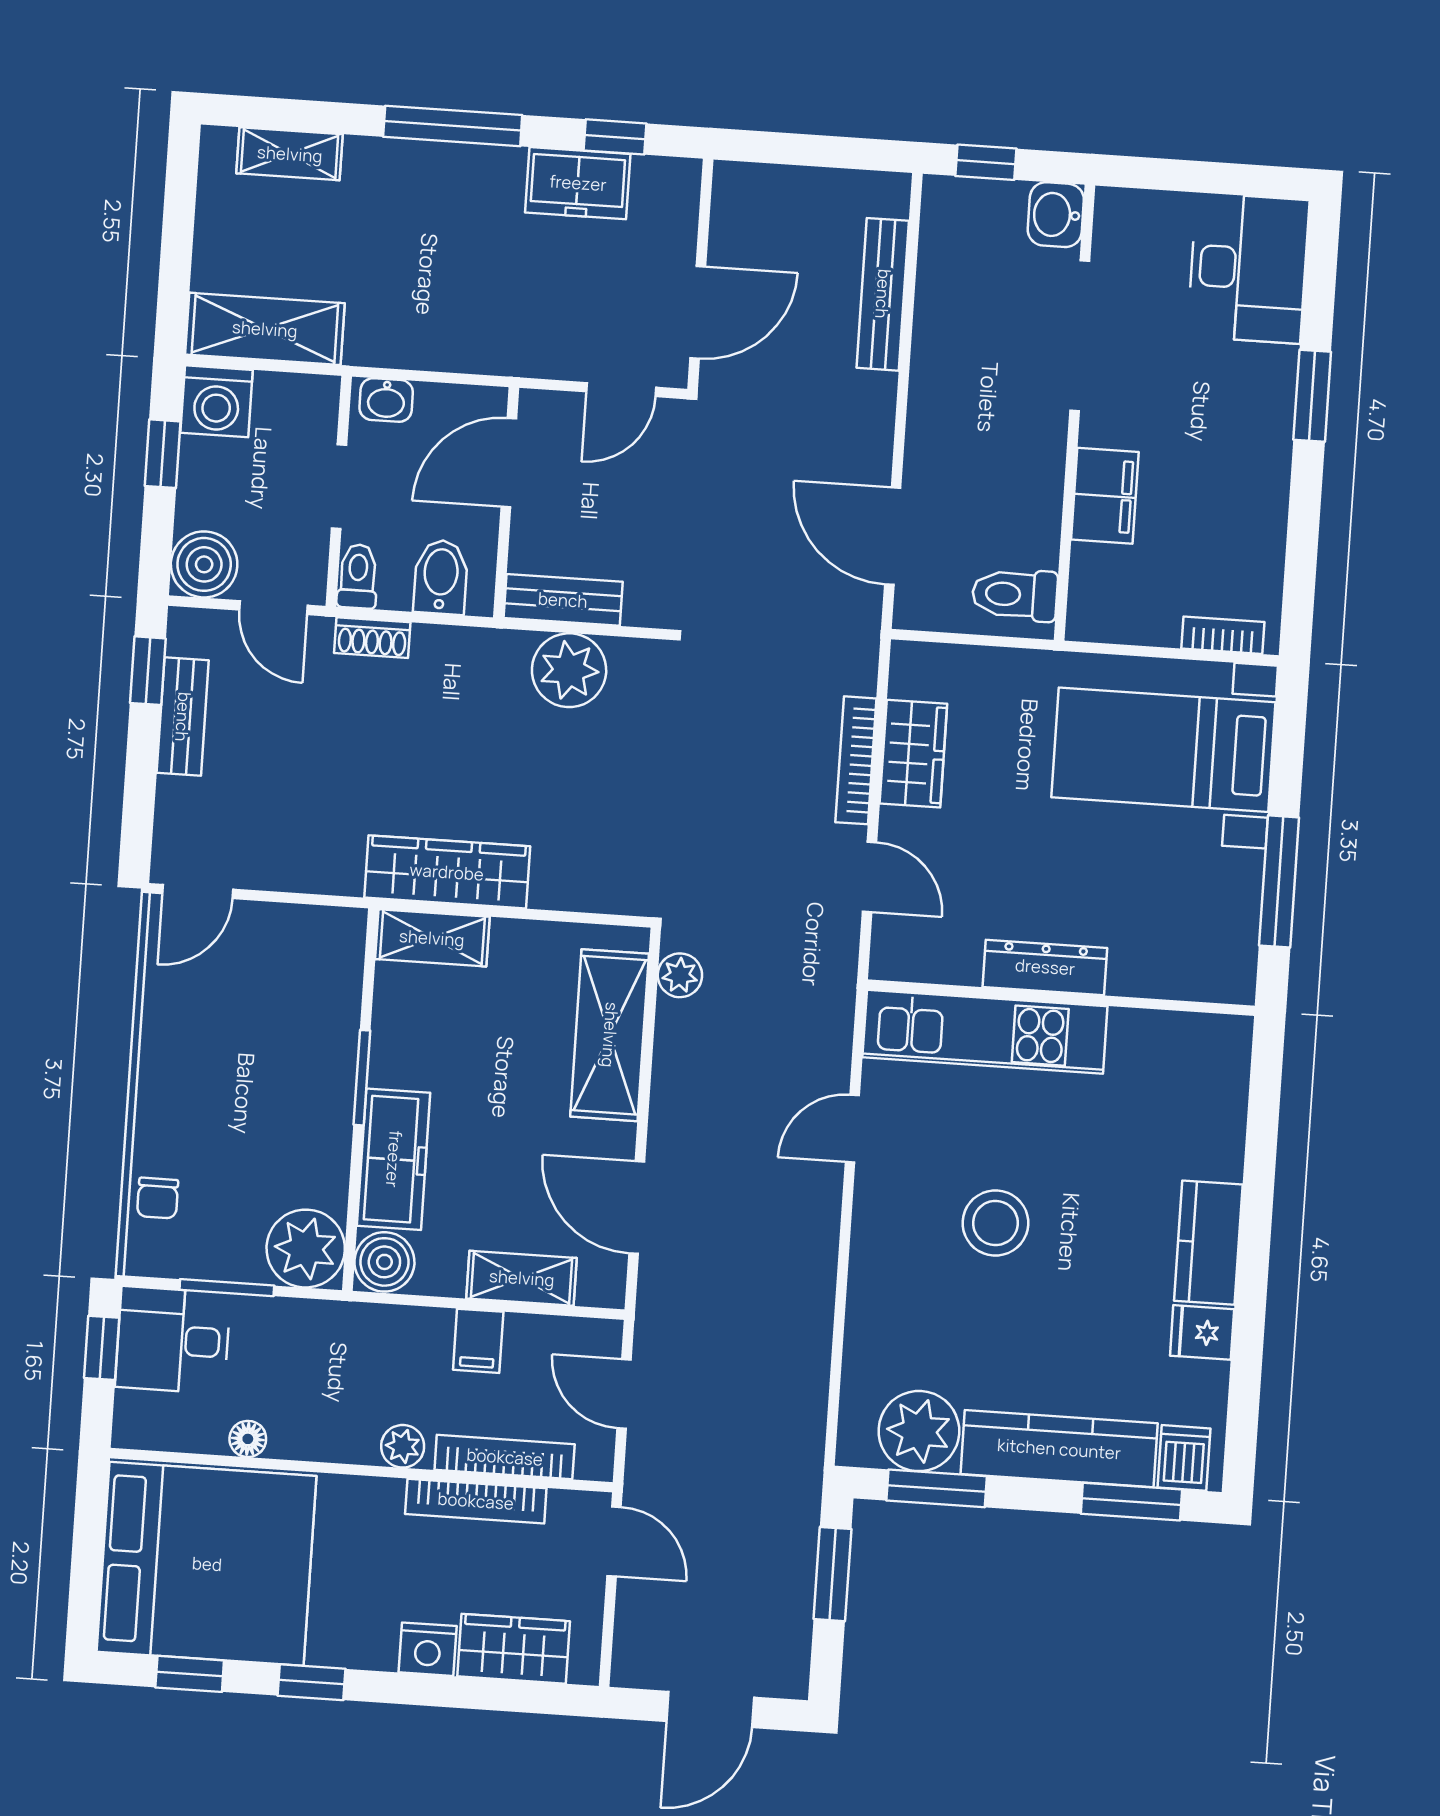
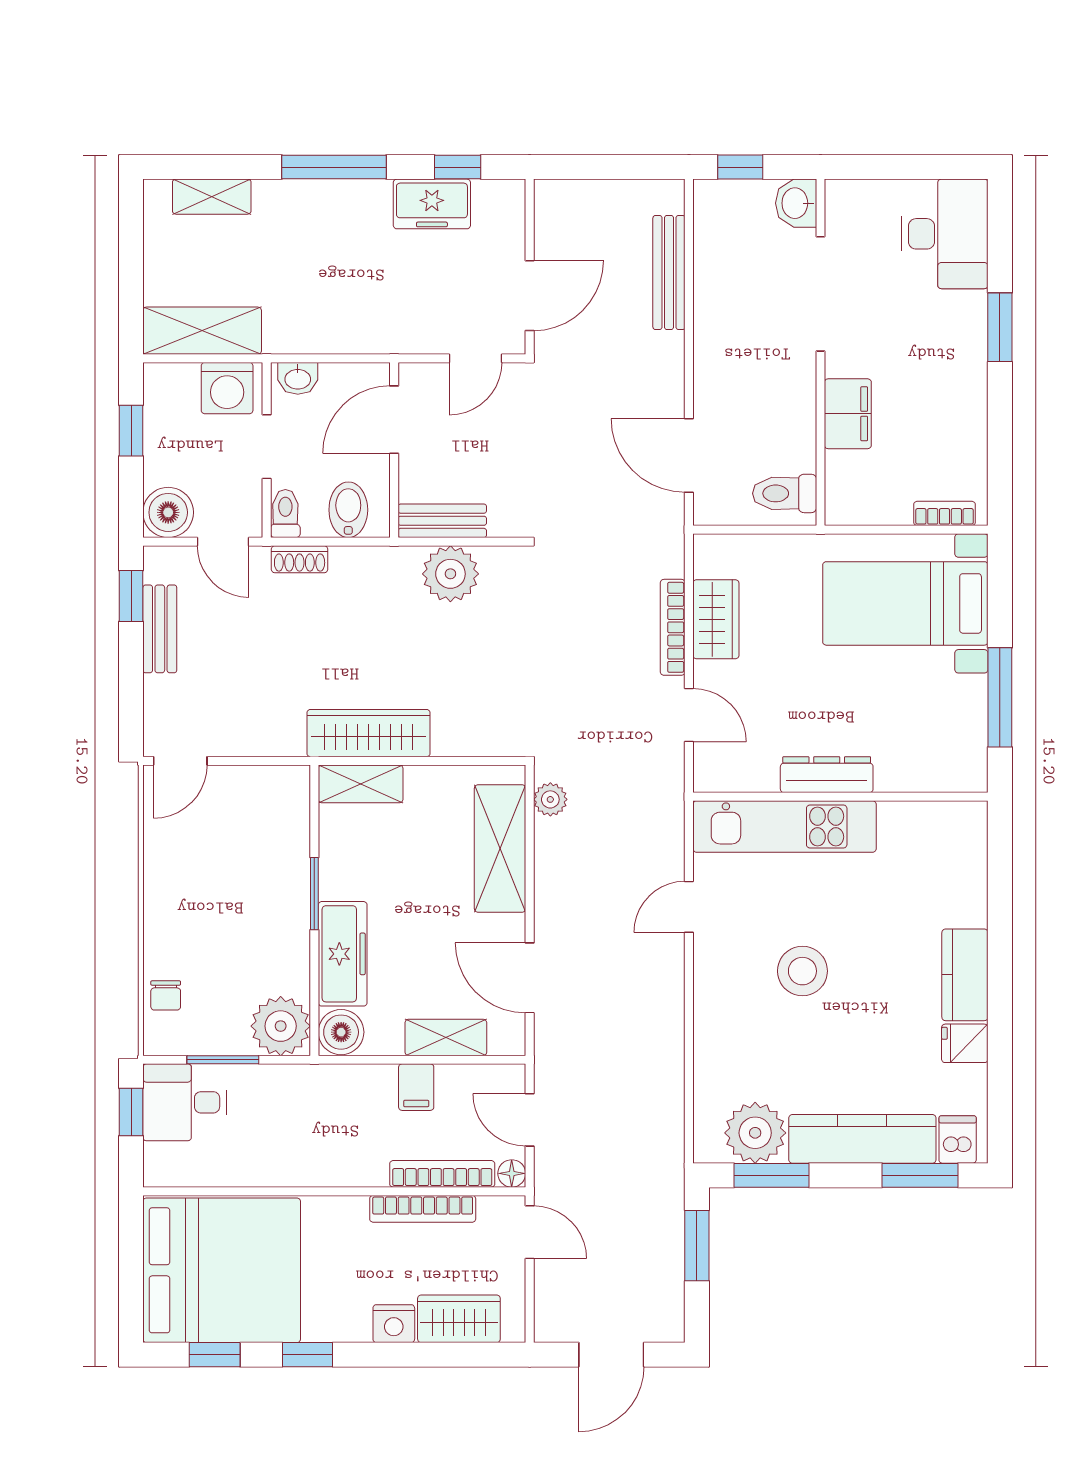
washing machine: (217, 401) -> (227, 388), moved
floor lamp: (248, 1439) -> (512, 1173), moved
plant: (403, 1446) -> (364, 1171), removed

